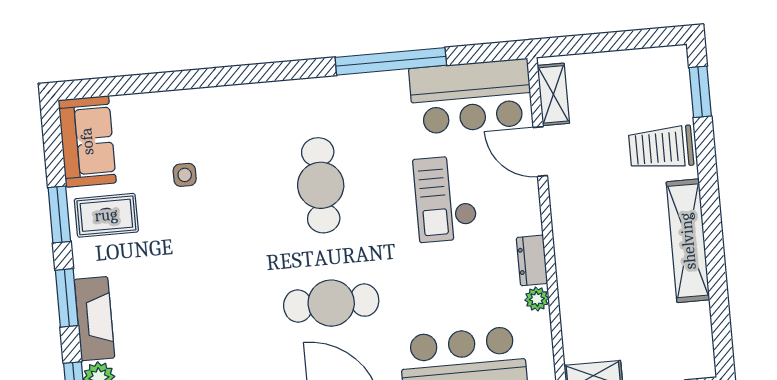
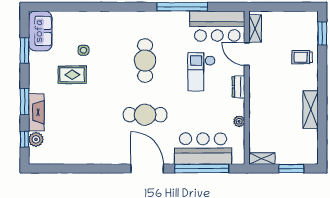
trolley: (661, 148) -> (302, 57), width x0.73, depth x0.72
window: (59, 215) -> (25, 51), moved
rug: (106, 215) -> (72, 75), moved
shelving: (688, 241) -> (311, 110), width x0.68
dresser: (532, 260) -> (238, 87), moved

